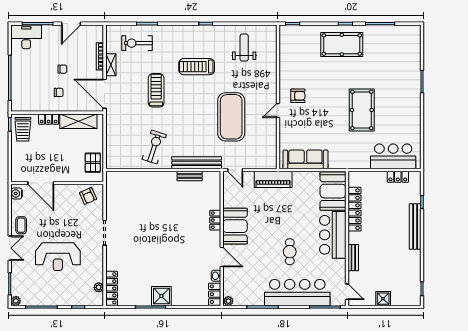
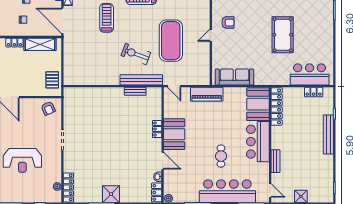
exercise bike: (154, 147) -> (136, 54), moved, turned -88
locker: (355, 209) -> (277, 106), moved

